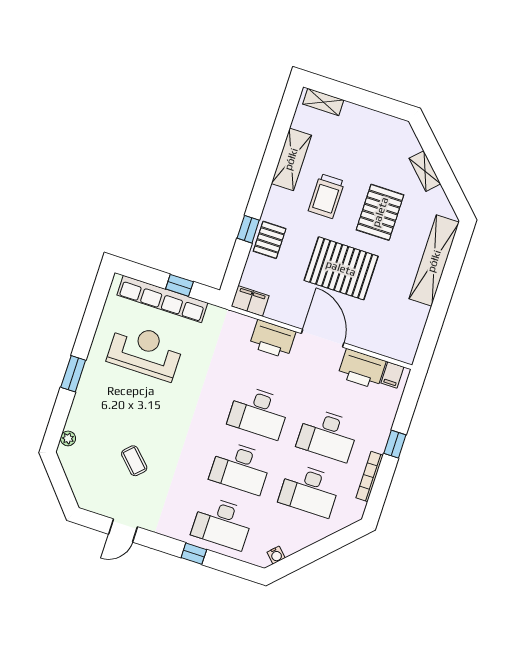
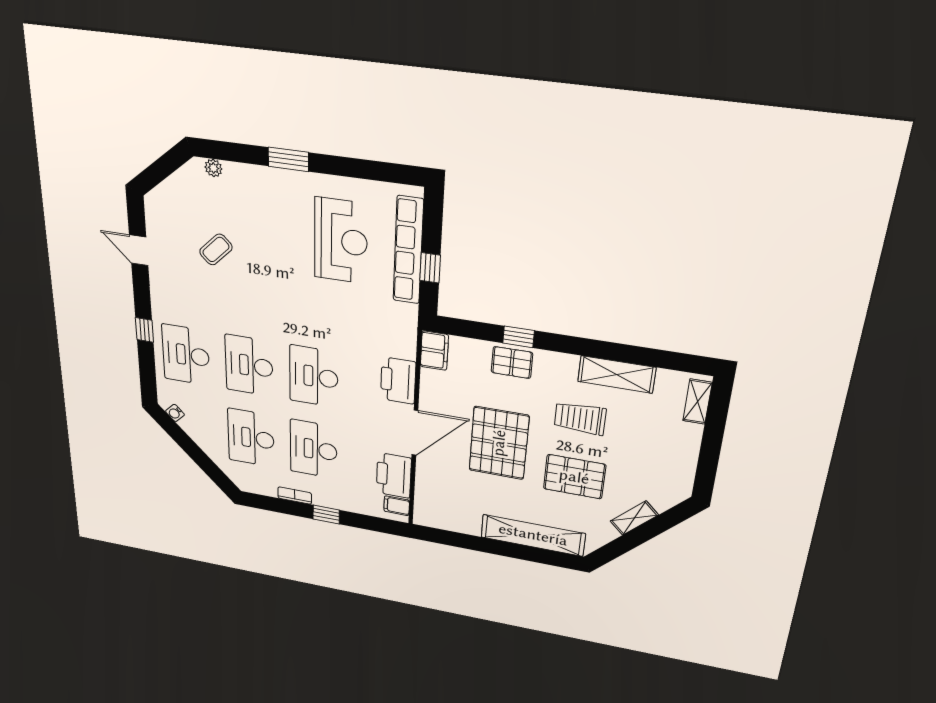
bookcase: (370, 476) -> (295, 496), width x0.64

